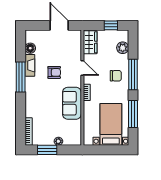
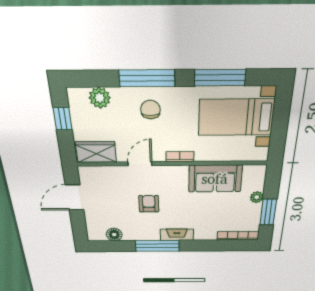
fireplace: (30, 65) -> (177, 235), moved
sofa: (72, 103) -> (215, 179), moved

